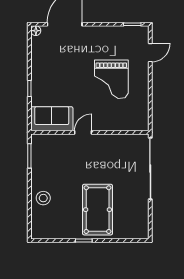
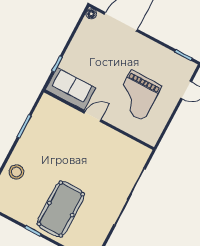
sofa: (52, 119) -> (70, 89), moved
door: (83, 132) -> (93, 116), moved
wall: (90, 132) -> (99, 120), moved

